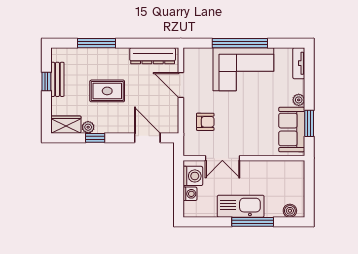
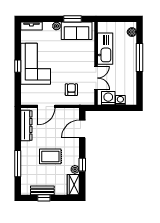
window: (240, 43) -> (18, 66), width x0.32
rug: (107, 91) -> (50, 156), turned 90
kitchen sink: (241, 206) -> (105, 49), moved, turned 180

